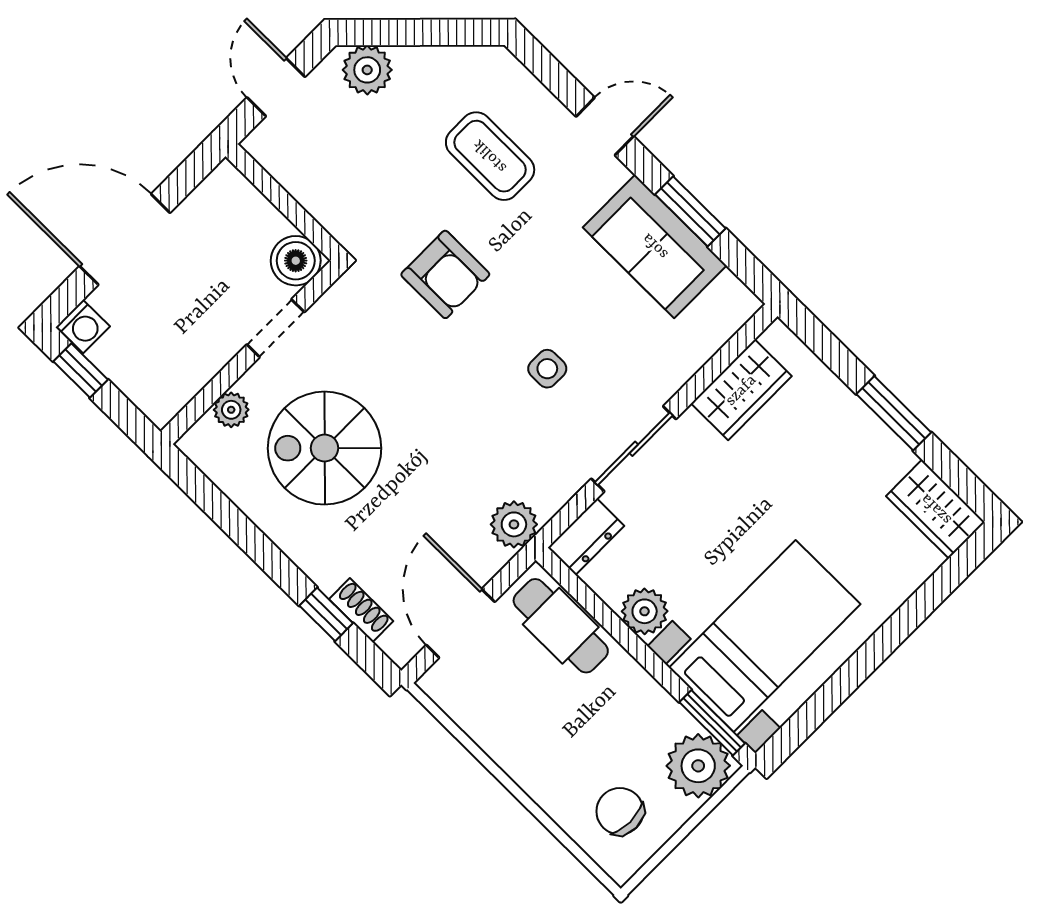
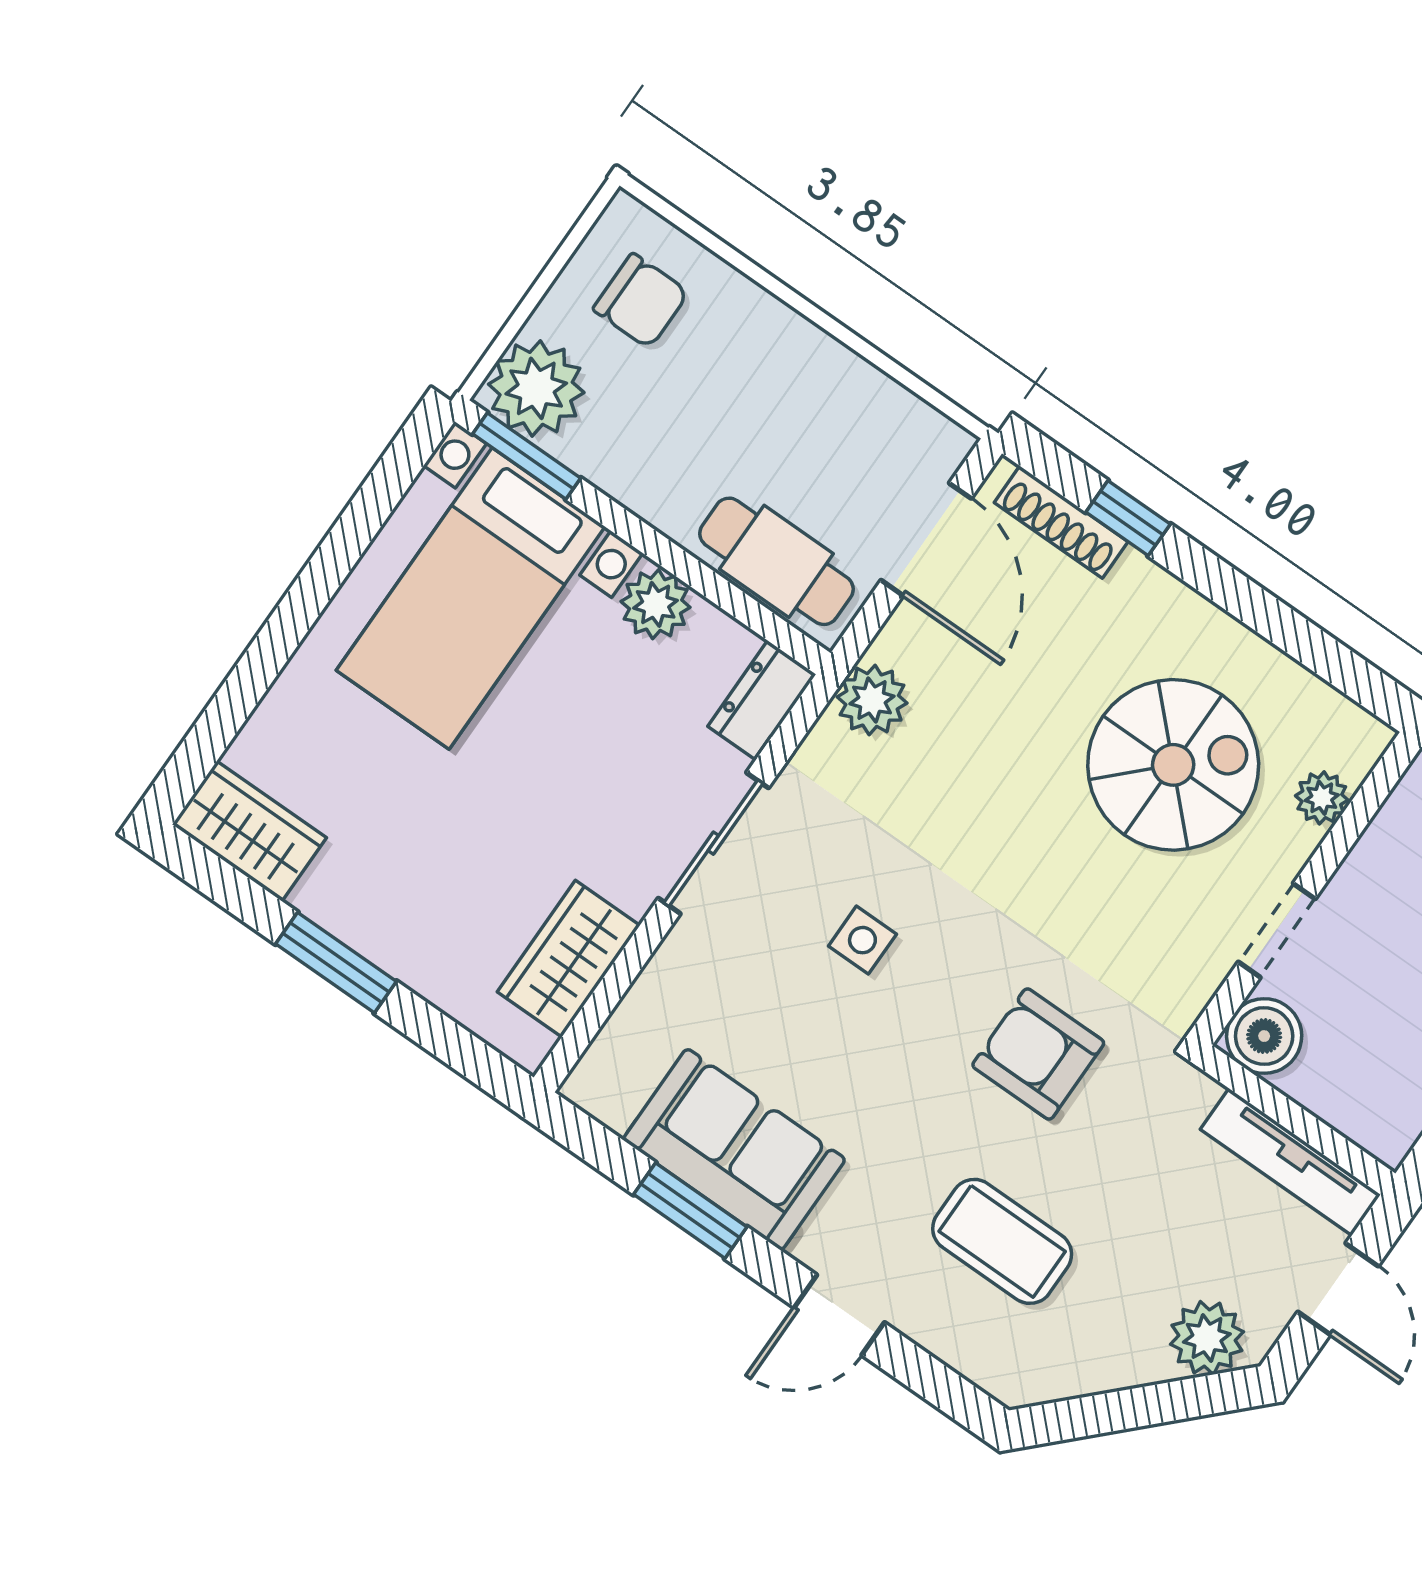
tv unit: (293, 175) -> (1290, 1162), added
shoe rack: (361, 610) -> (1061, 522), width x1.43

